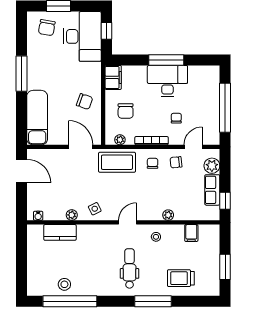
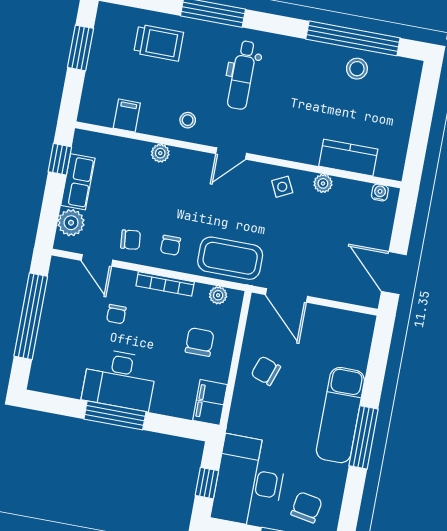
exam couch: (37, 118) -> (340, 415), moved
door: (193, 147) -> (97, 260), hinge flipped

